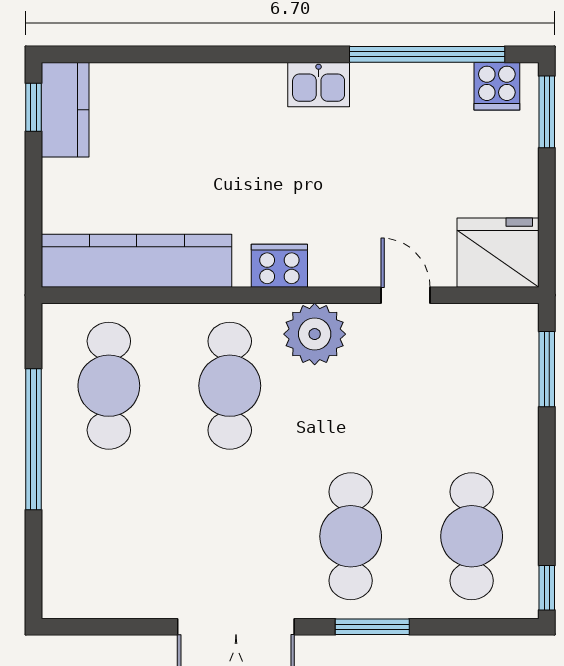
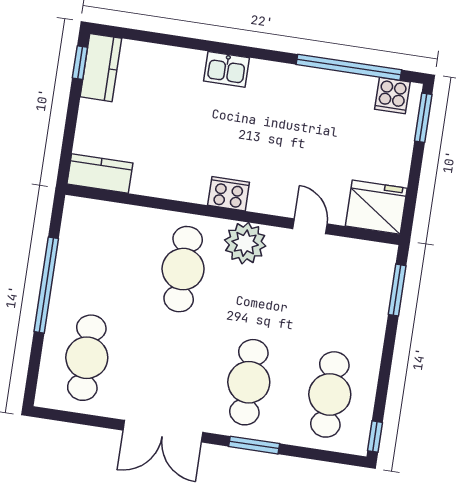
kitchen sink: (319, 85) -> (226, 69), moved
kitchen counter: (137, 261) -> (100, 173), width x0.48, depth x0.86
cafe table: (109, 386) -> (87, 358), moved

